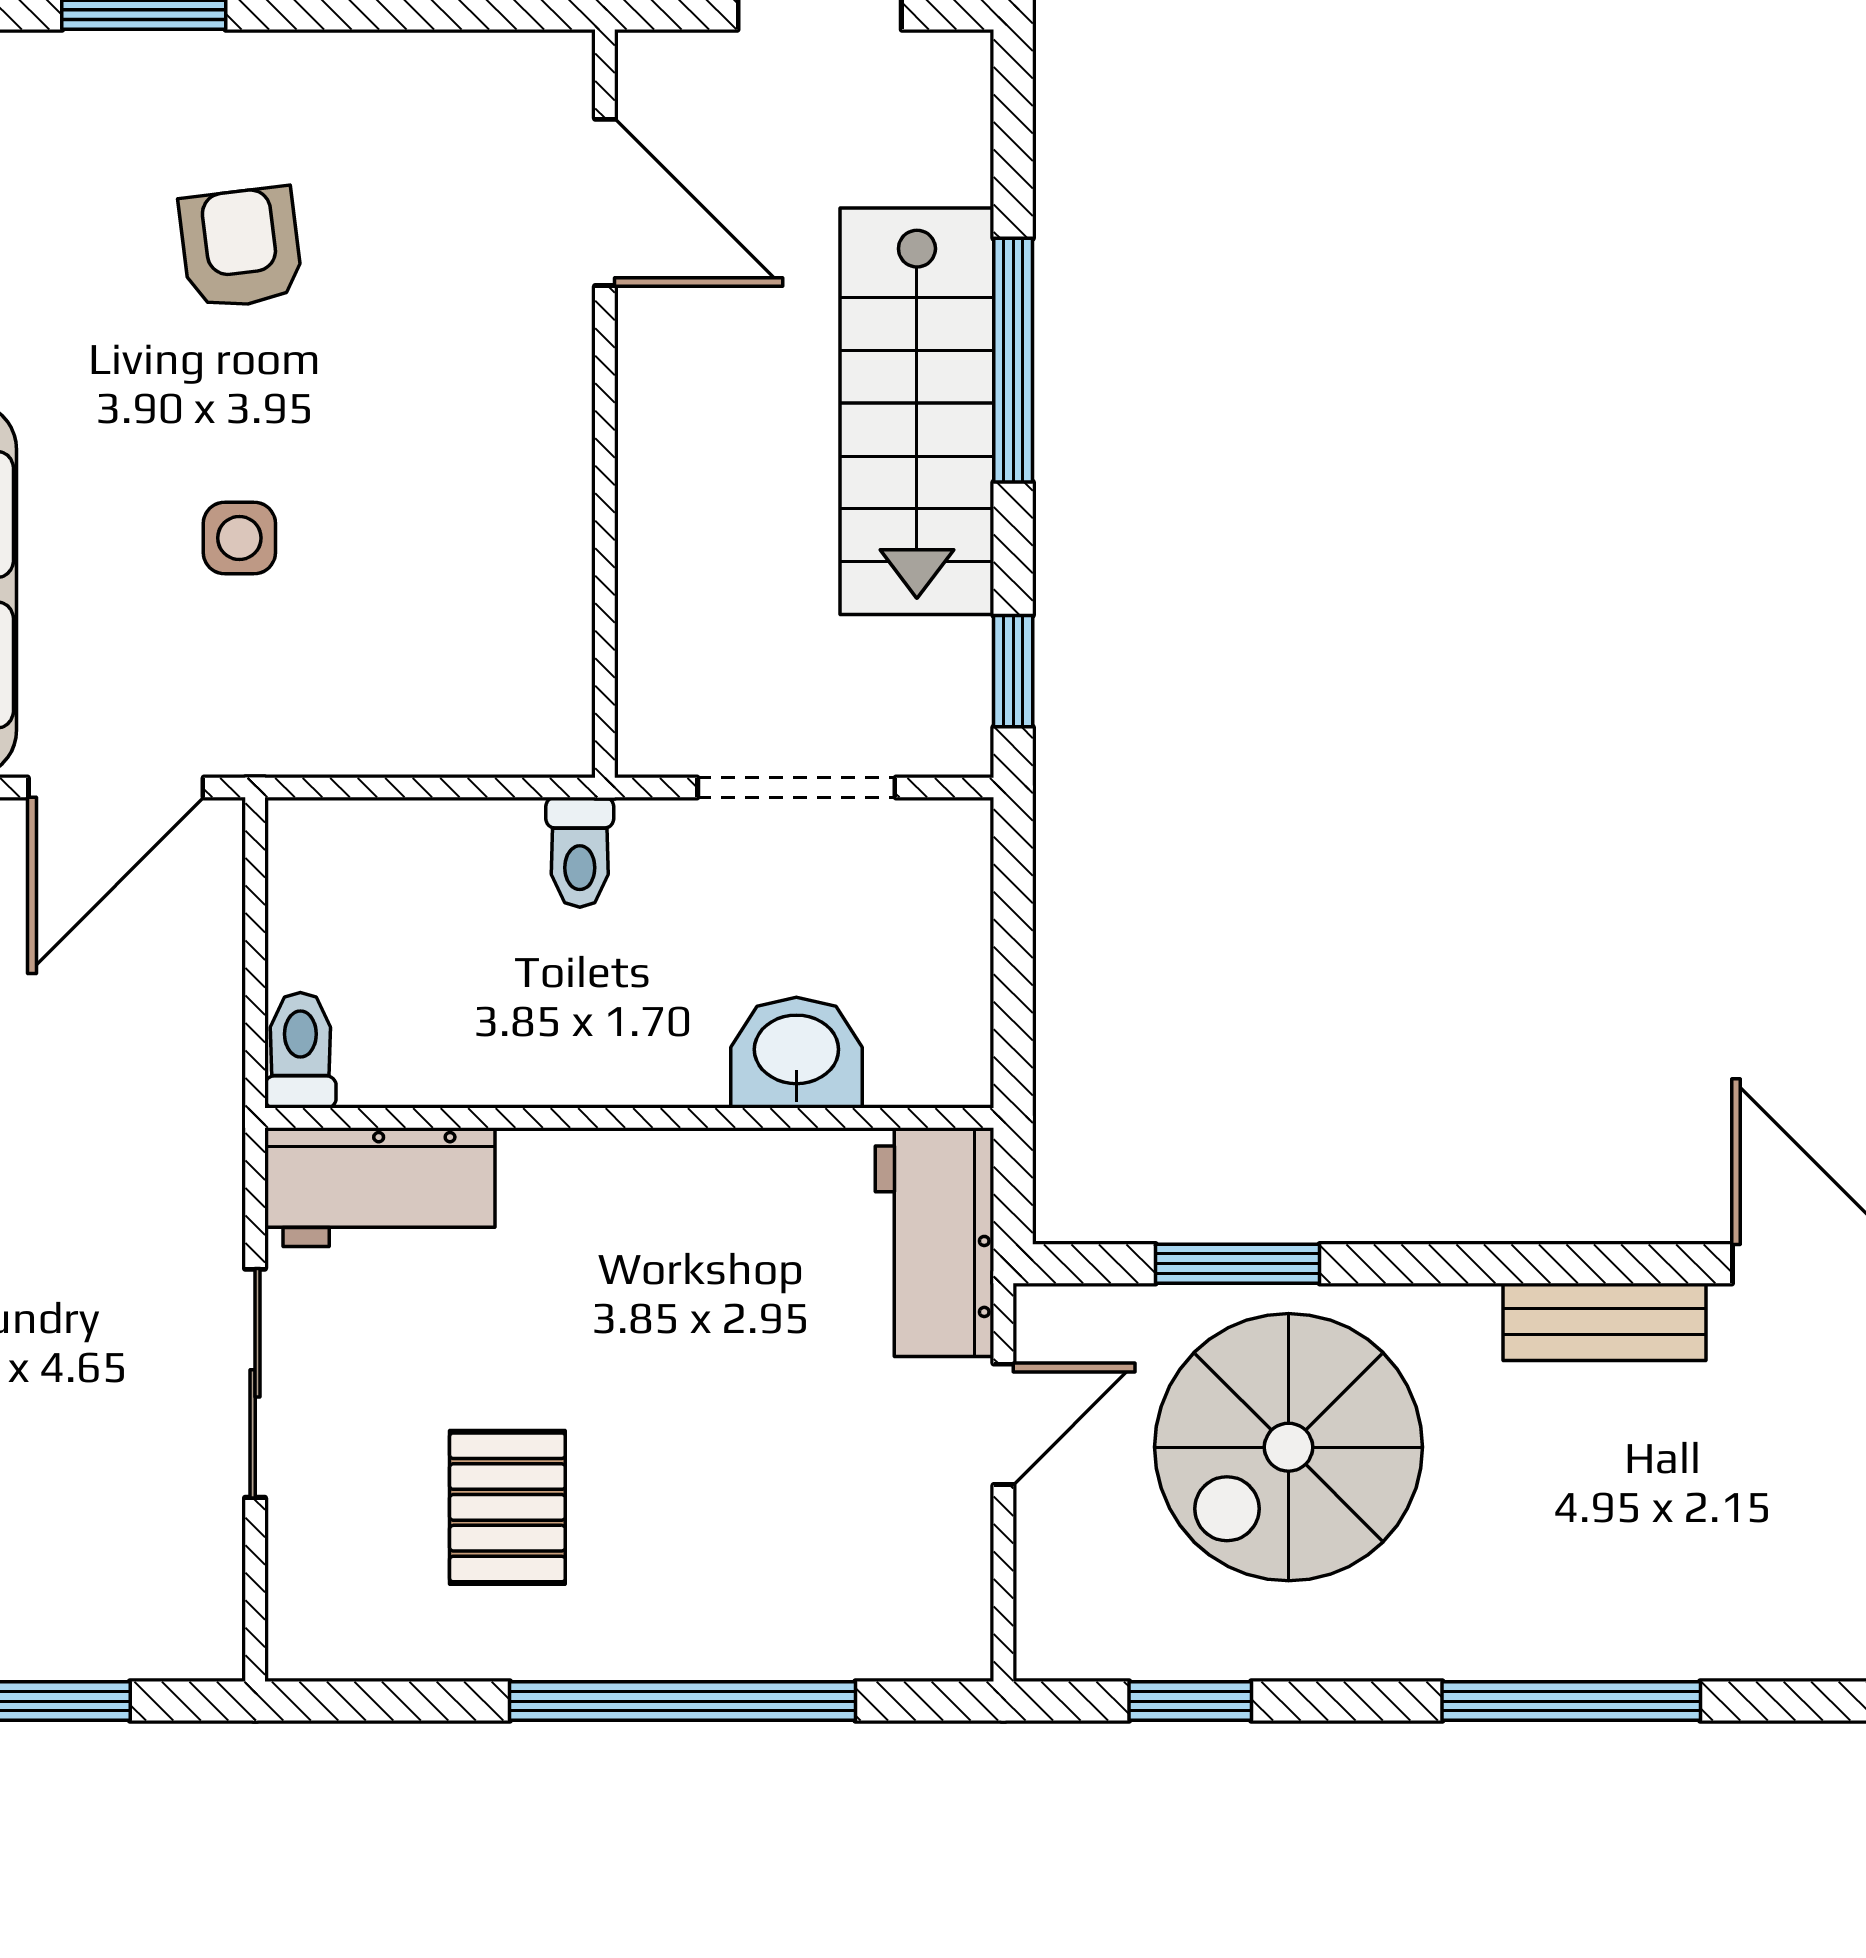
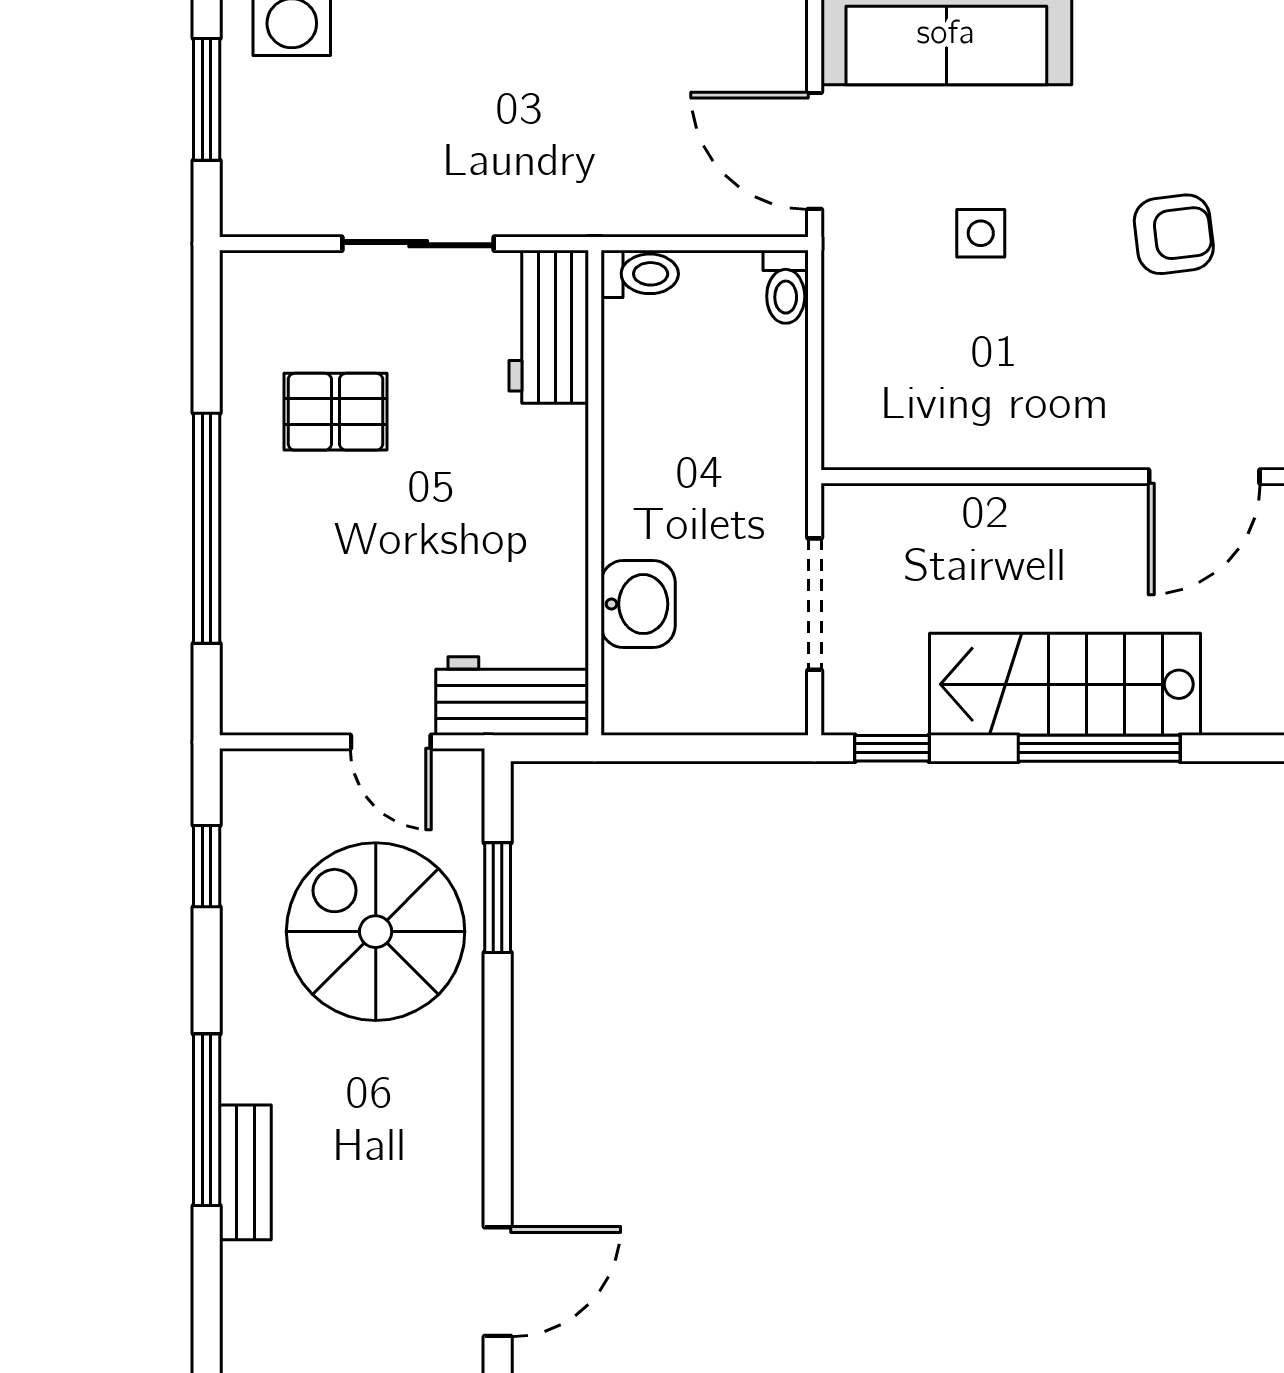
toilet: (580, 852) -> (786, 287), moved, turned -90
bench: (1605, 1322) -> (245, 1172), moved

